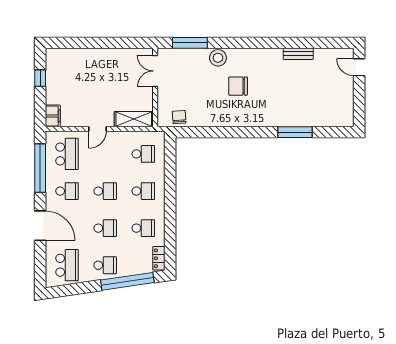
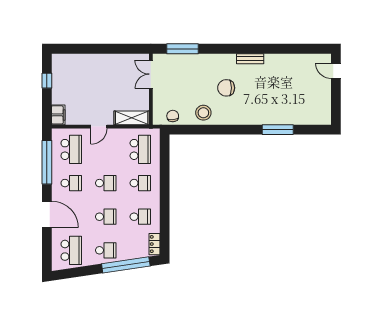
bench: (298, 54) -> (250, 59), moved
stool: (218, 58) -> (203, 113), moved
school desk: (143, 154) -> (140, 149), width x1.85

